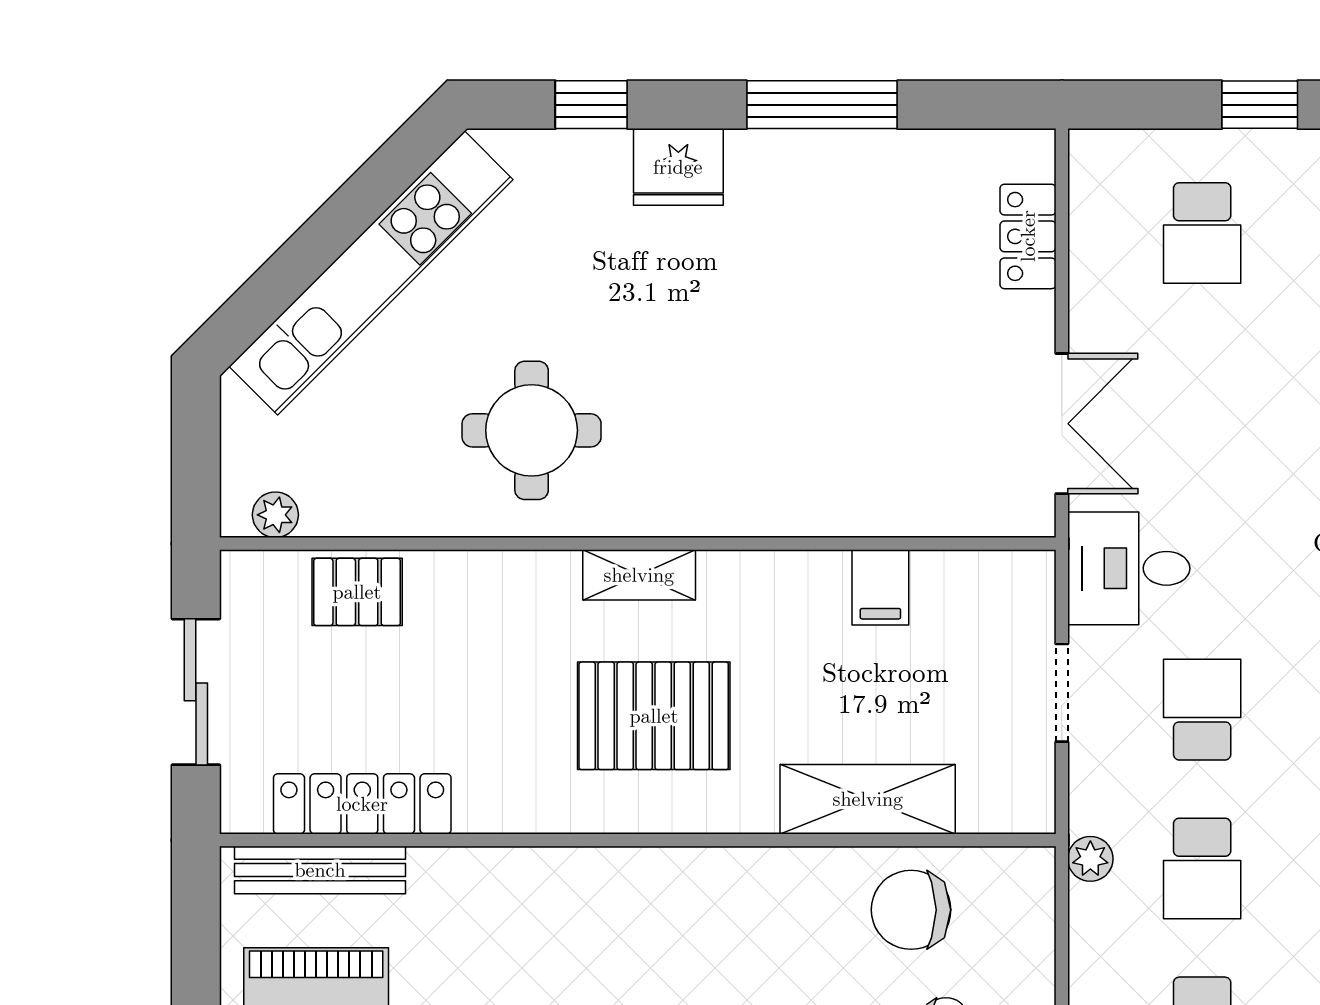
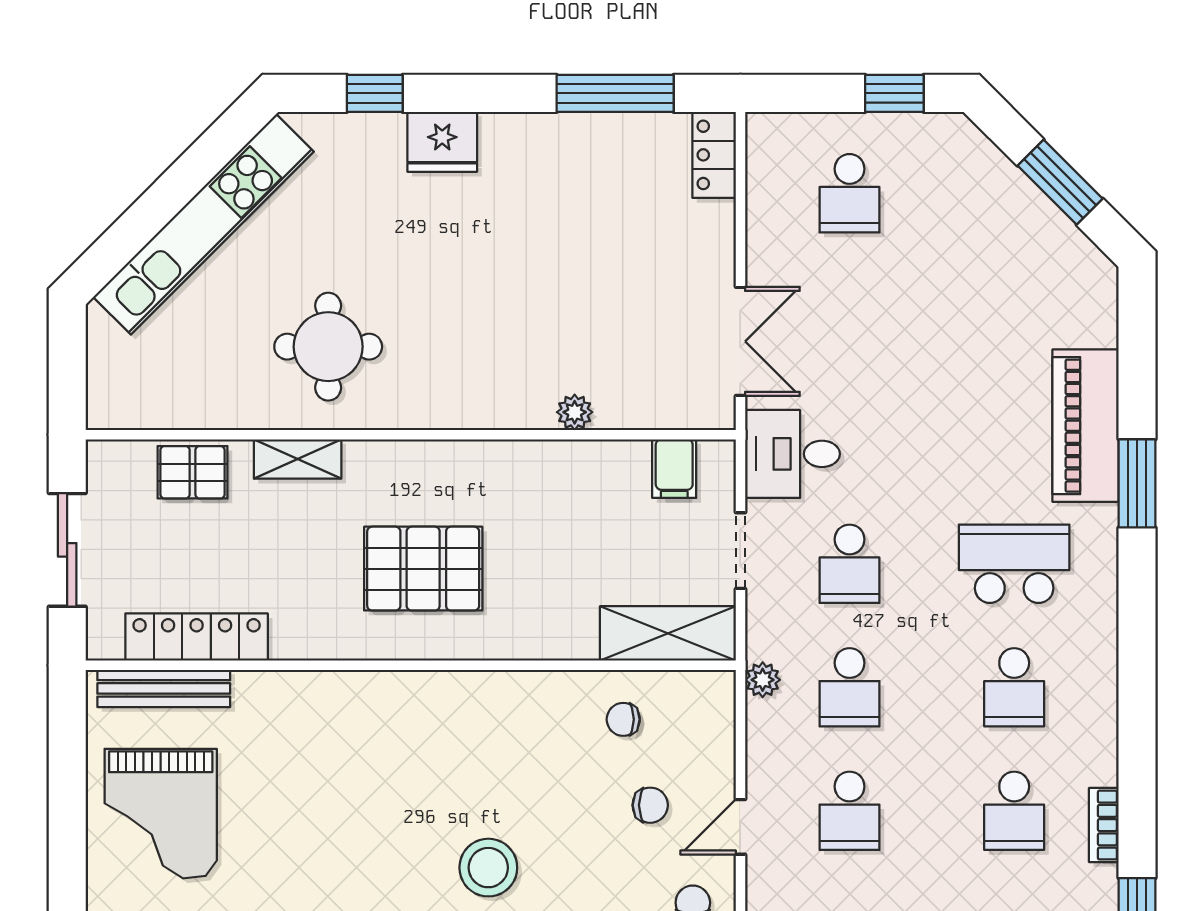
window: (822, 105) -> (615, 93), moved
locker: (1028, 236) -> (714, 155), moved
plant: (275, 515) -> (575, 412), moved
shelving: (639, 575) -> (298, 459), moved
filing cabinet: (880, 587) -> (674, 469), moved
school desk: (1202, 710) -> (850, 564), turned 180
shelving: (868, 799) -> (668, 633), moved
chair: (911, 910) -> (623, 719), width x0.54, depth x0.54

